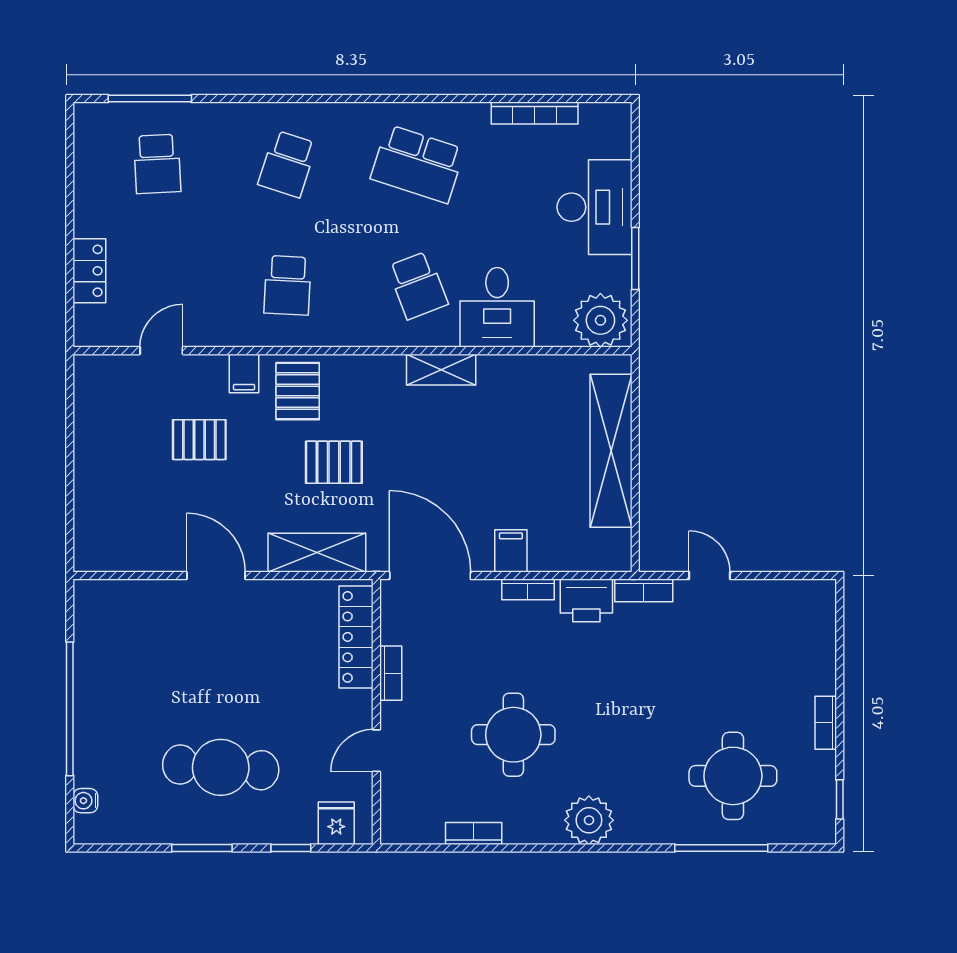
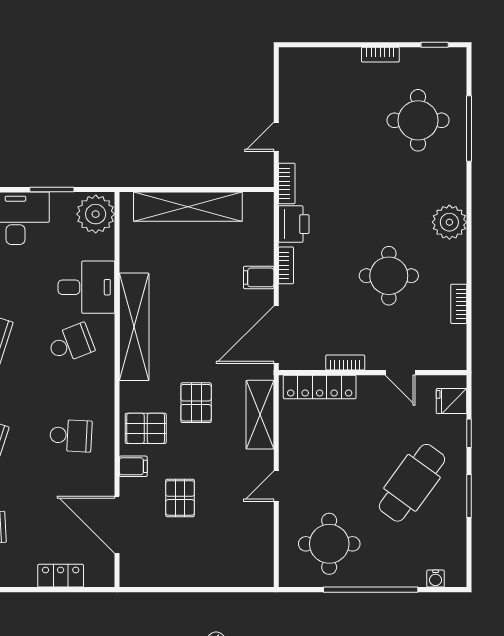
door: (161, 351) -> (117, 525), width x1.88
shelving: (441, 370) -> (134, 327), width x2.20, depth x1.33
door: (216, 575) -> (276, 486), width x0.73
round table: (135, 650) -> (329, 544), added
cafe table: (221, 767) -> (412, 483), turned 32

